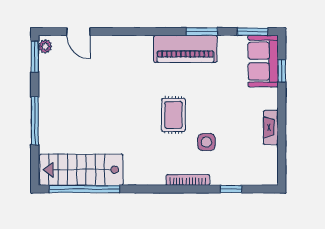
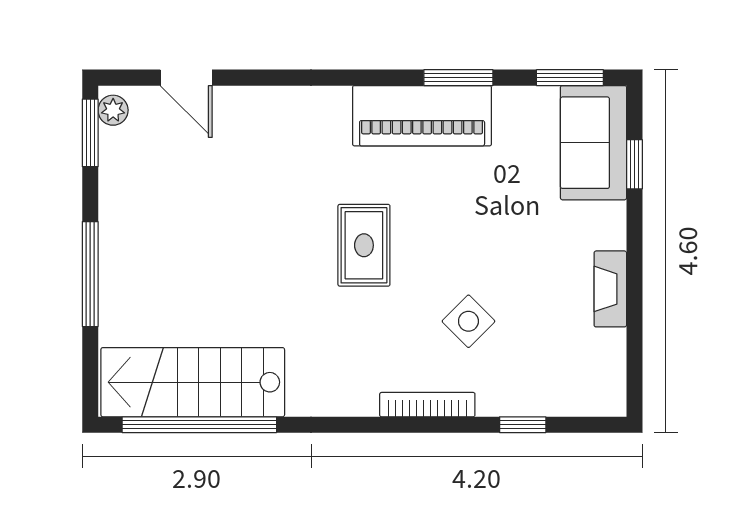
rug: (173, 115) -> (364, 245), moved
side table: (206, 142) -> (468, 321), turned 45

